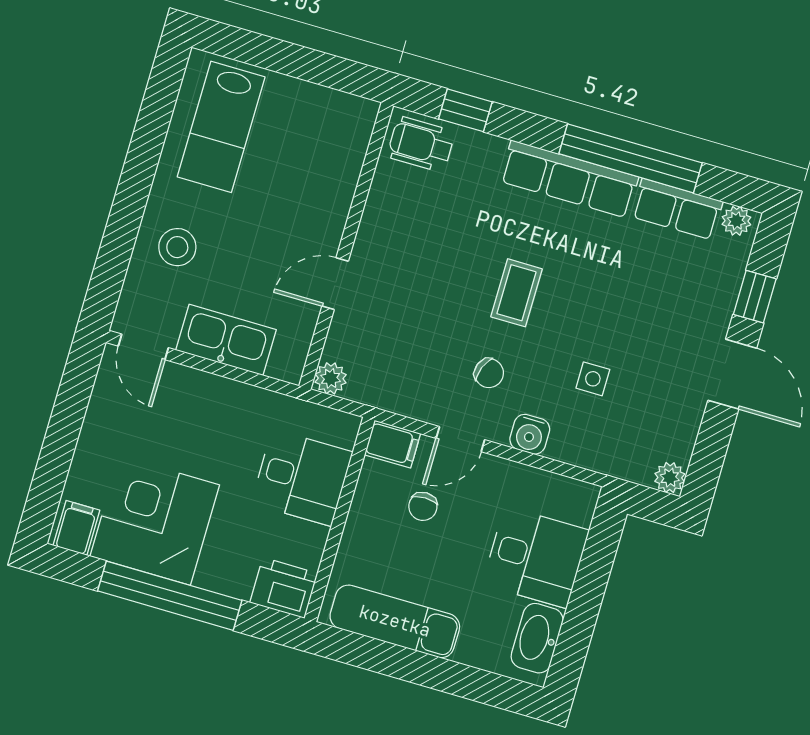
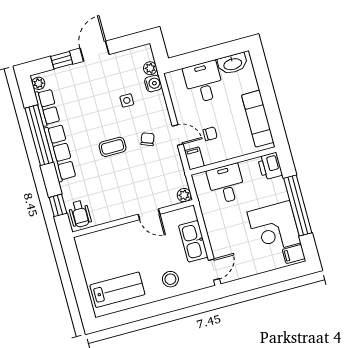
water cooler: (530, 434) -> (153, 84), moved
plant: (670, 478) -> (150, 68), moved

